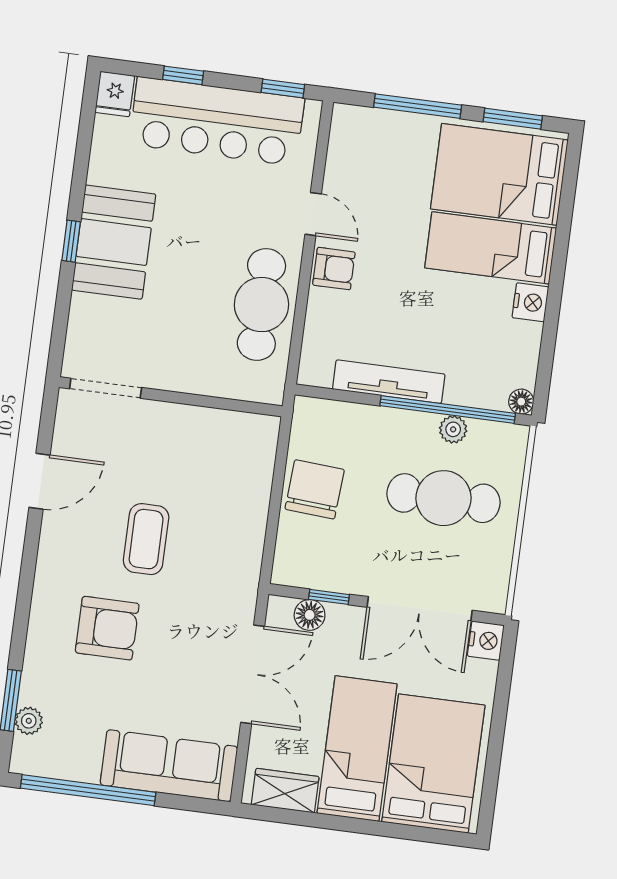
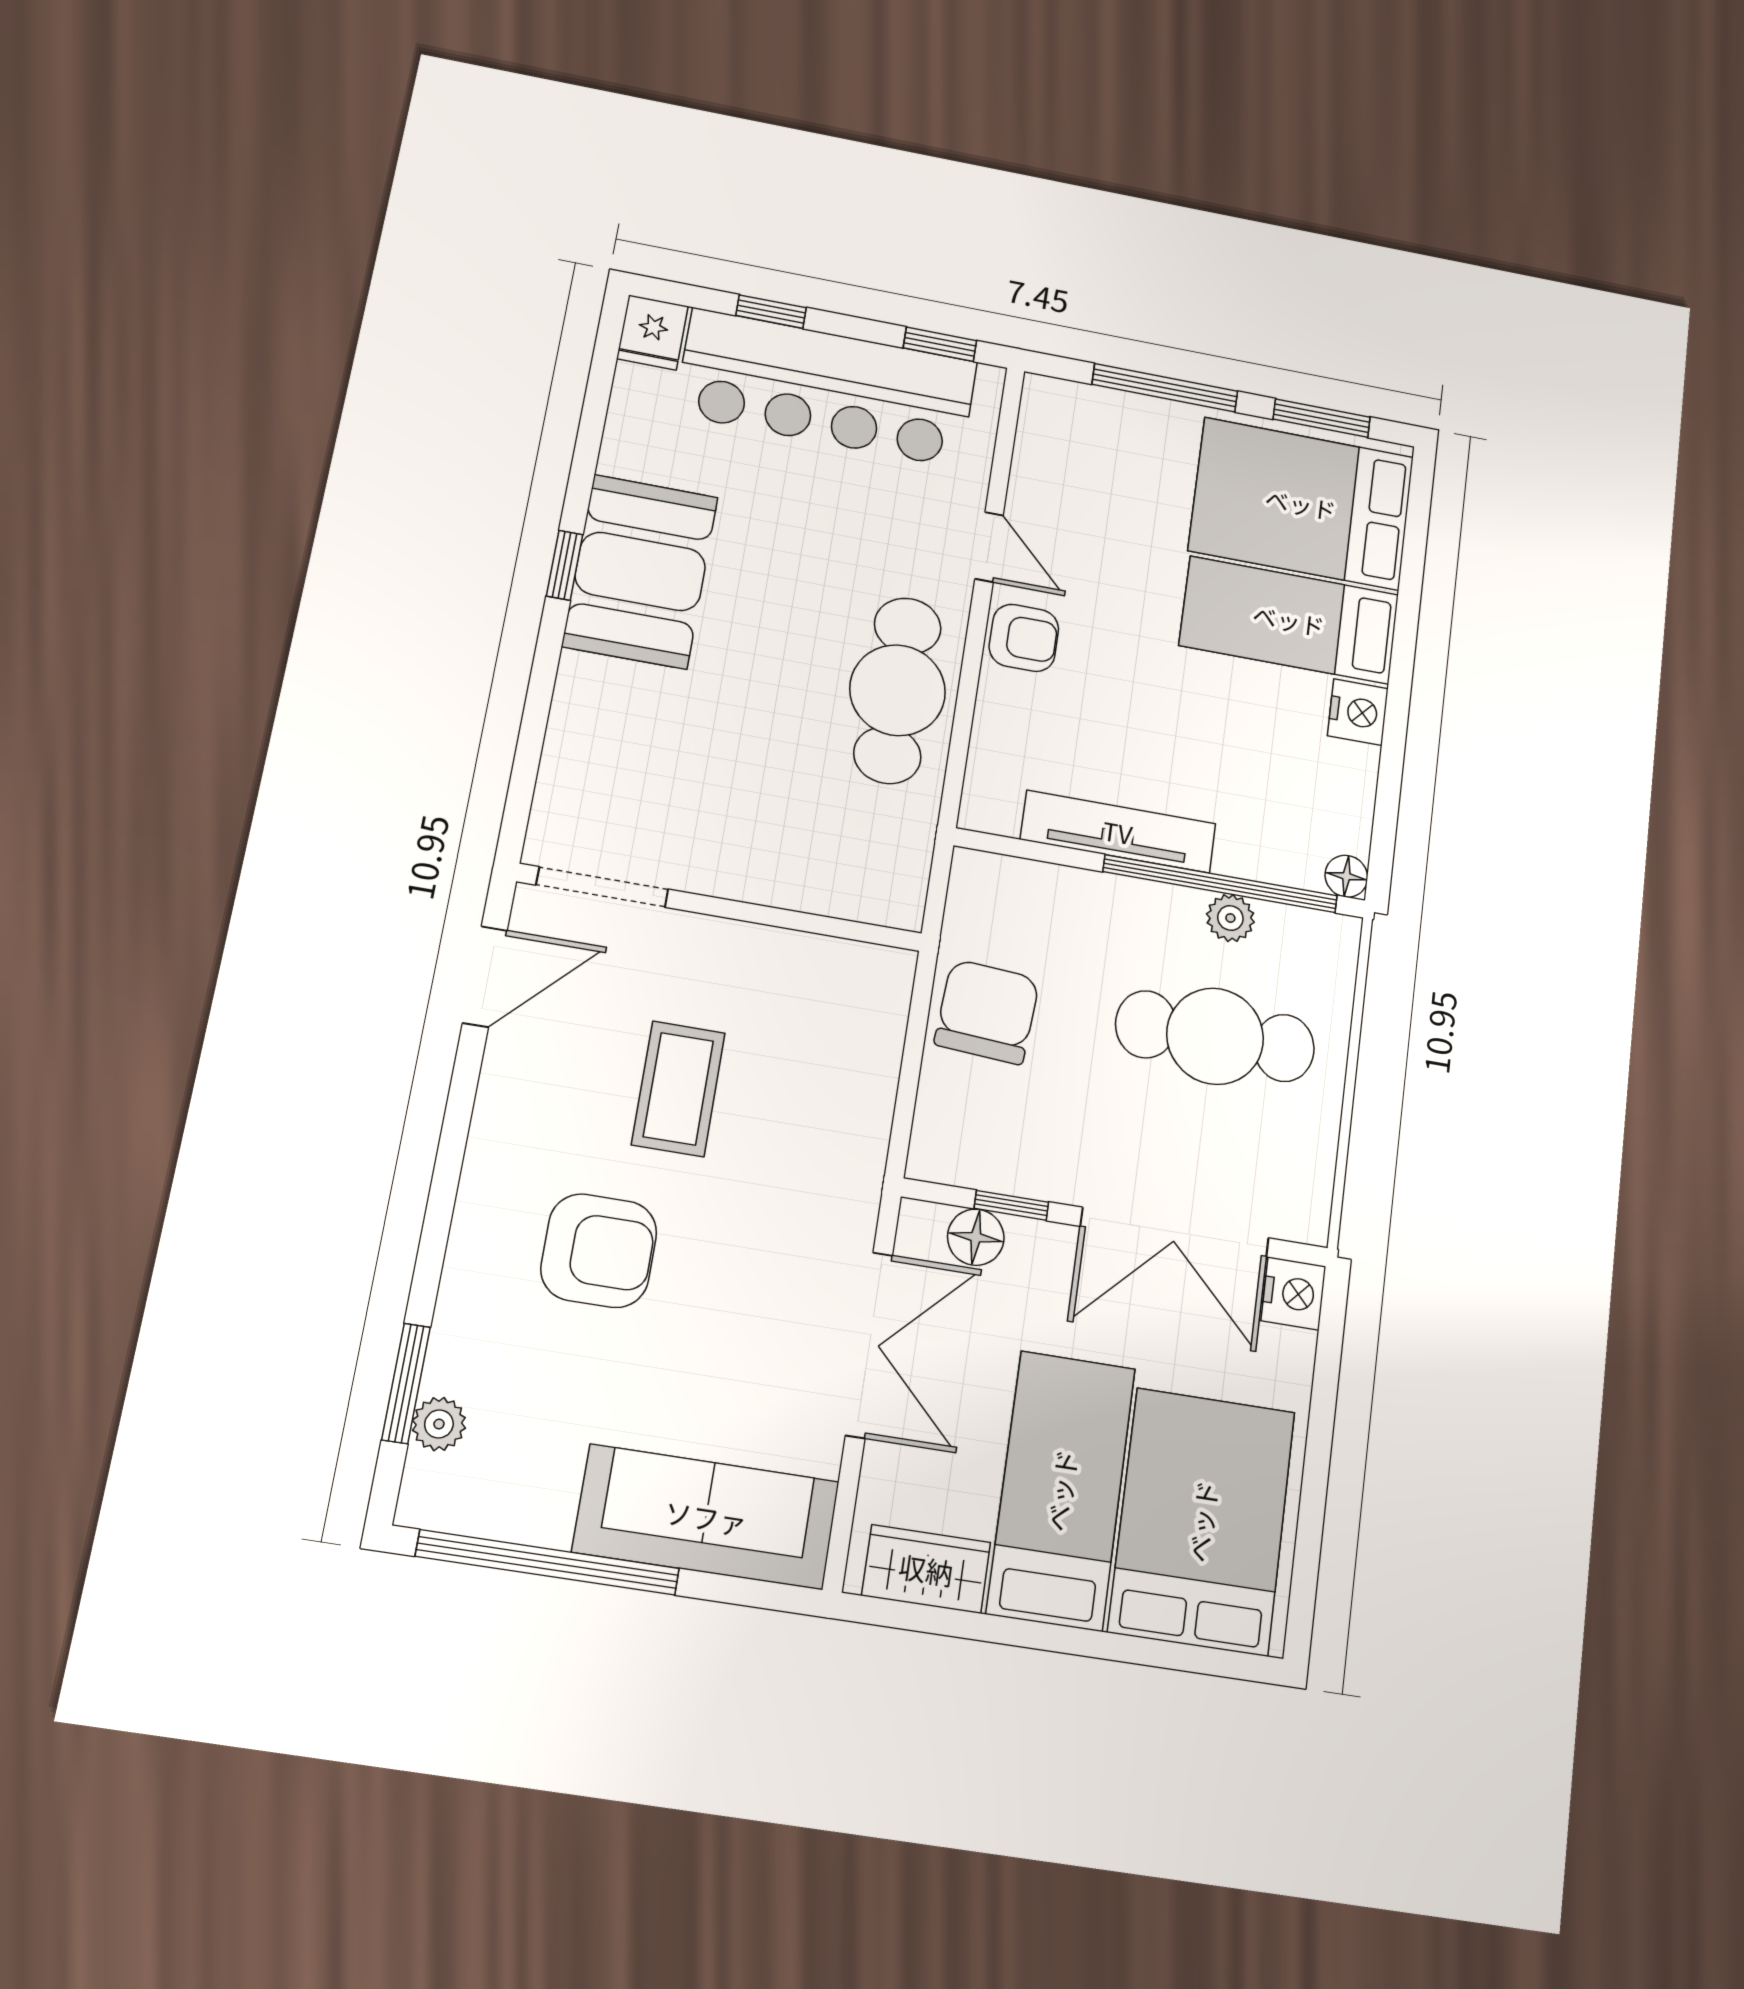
doorway: (106, 388) -> (602, 887), moved
wall: (171, 397) -> (720, 908), moved

